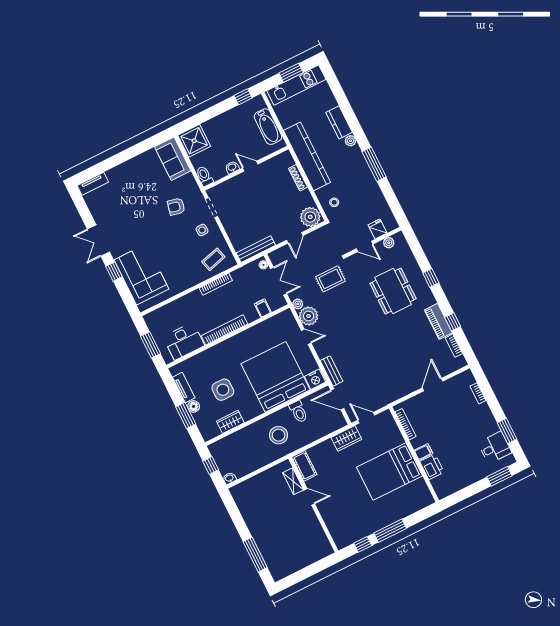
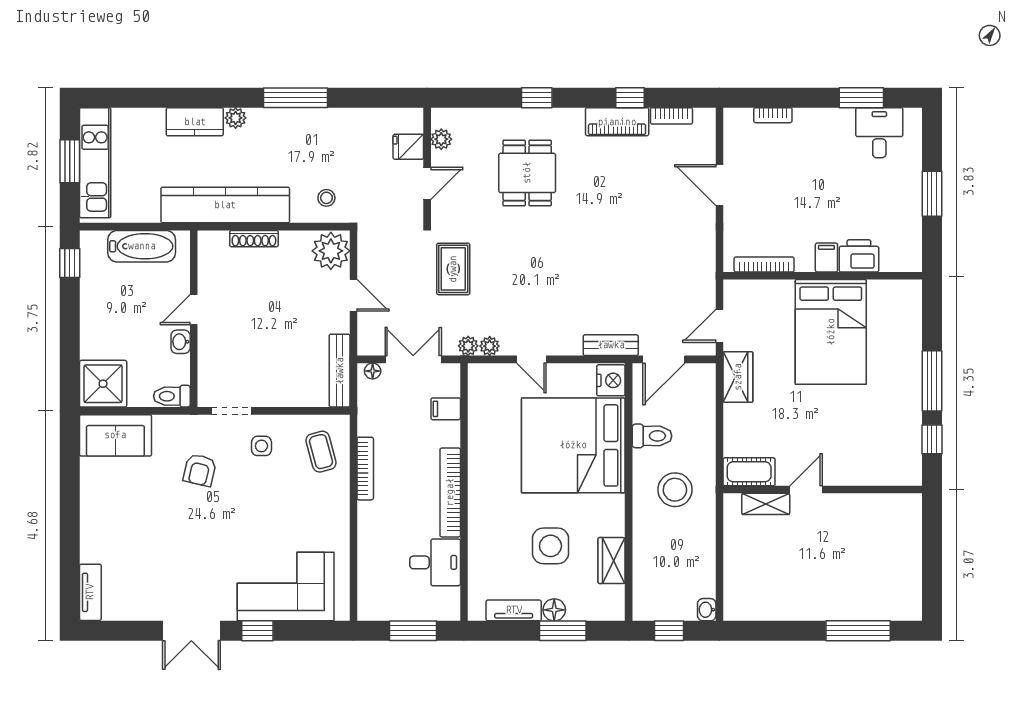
dining table: (393, 291) -> (527, 173), width x0.73
plant: (309, 316) -> (490, 346), width x0.53, depth x0.53
door: (306, 337) -> (531, 359), swing flipped
desk: (184, 341) -> (435, 562), width x0.73
window: (499, 476) -> (932, 194), moved

